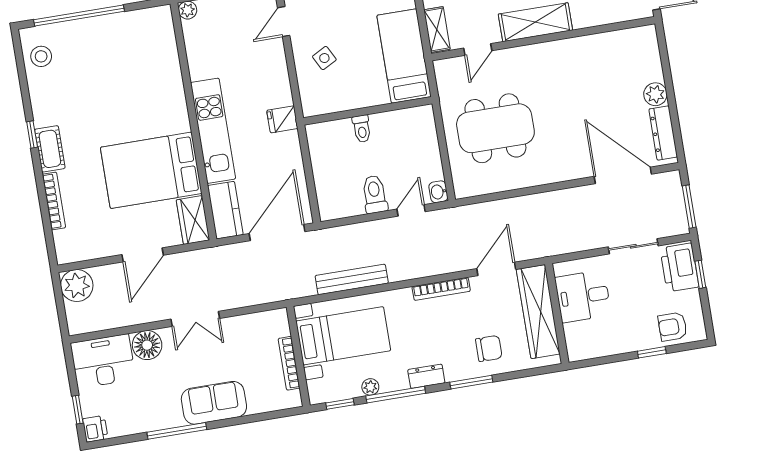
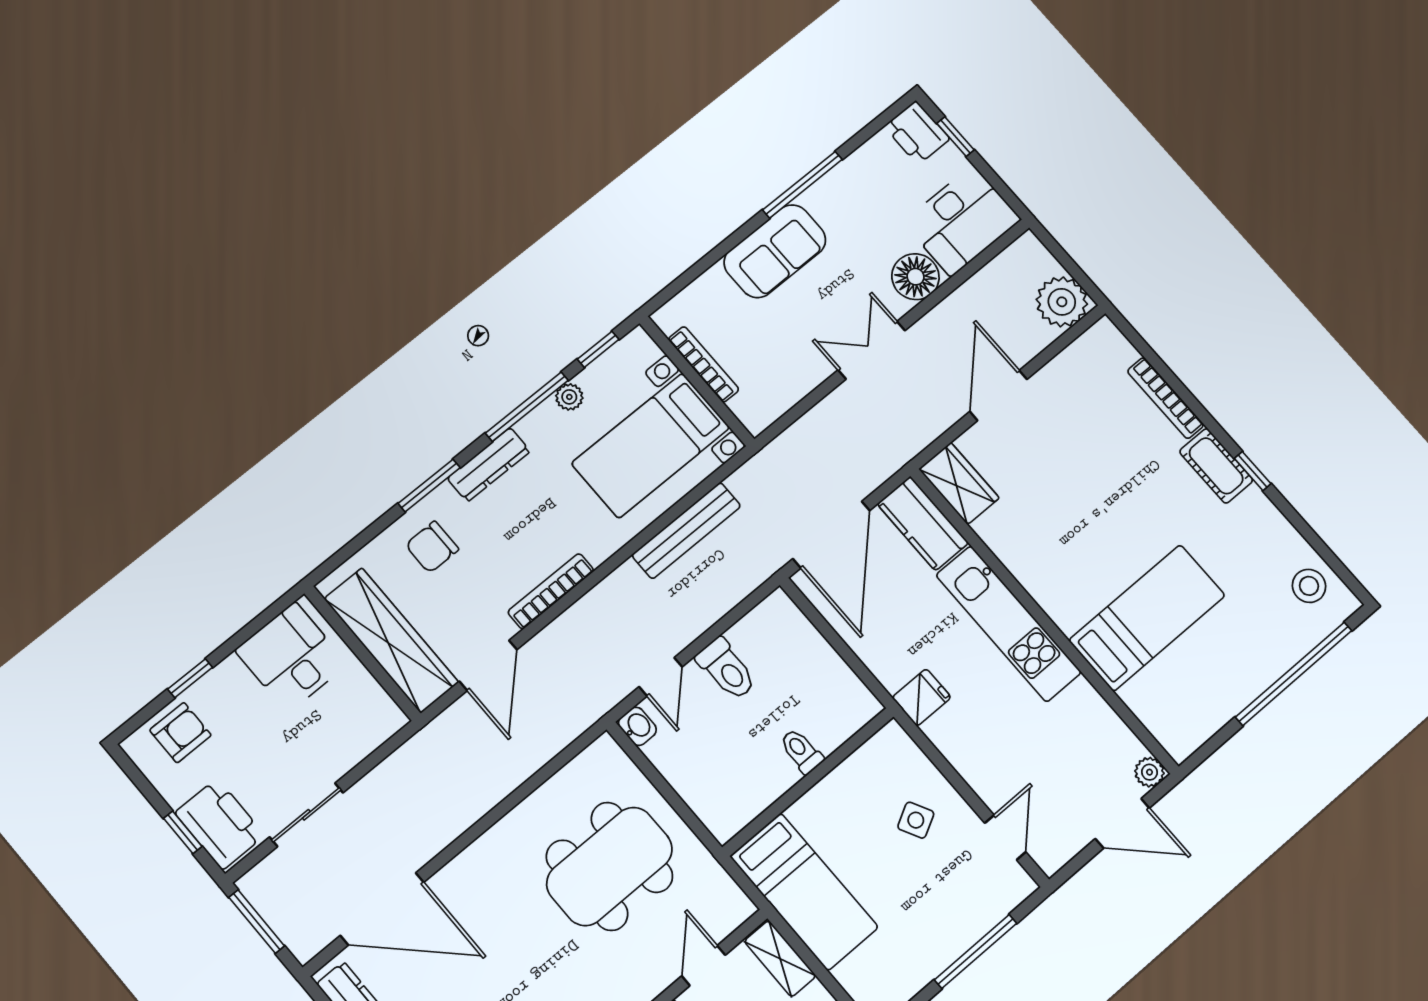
bed: (151, 170) -> (1147, 618), moved, width x0.67
desk: (583, 296) -> (291, 657), moved, turned -90
dresser: (426, 376) -> (489, 465), width x1.44
printer: (95, 429) -> (917, 133), width x1.36, depth x1.24

